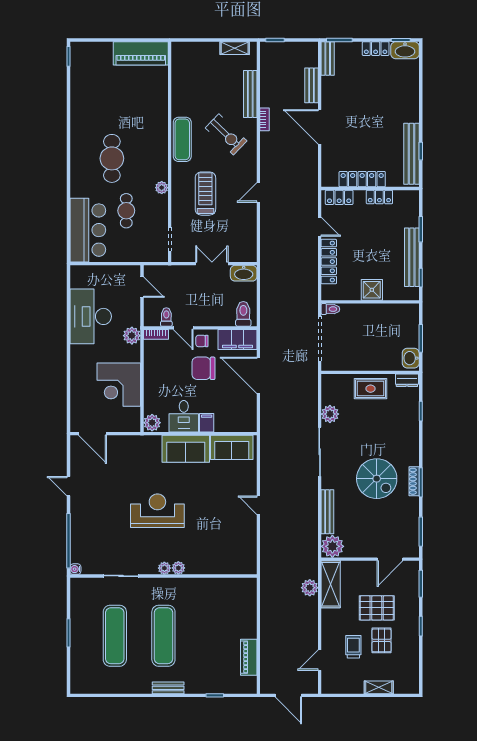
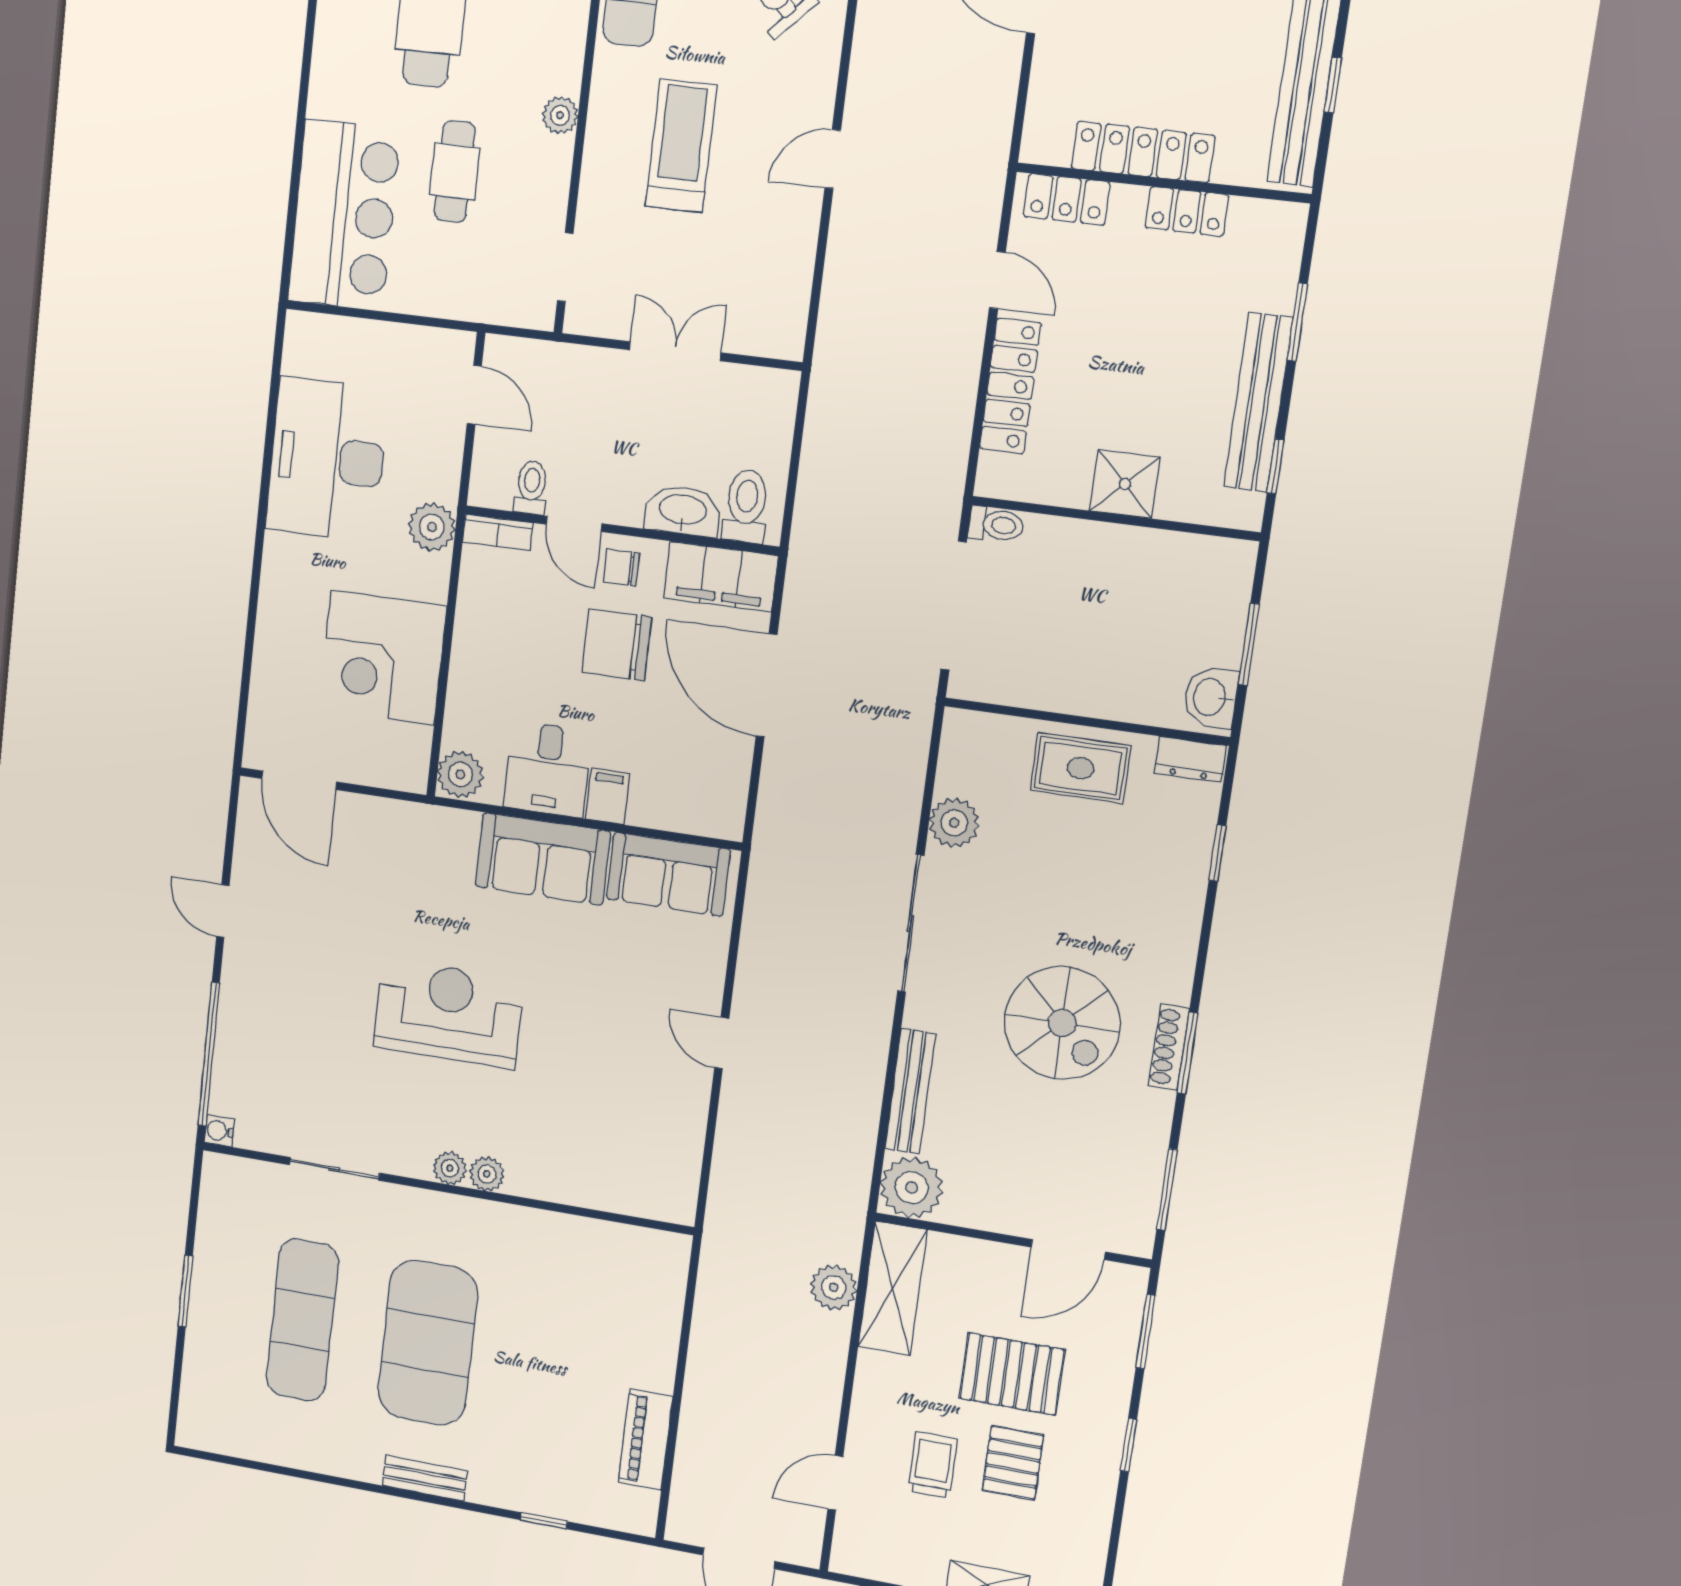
washbasin: (244, 273) -> (683, 511), moved, turned 180
exercise mat: (163, 636) -> (428, 1343), width x1.47

